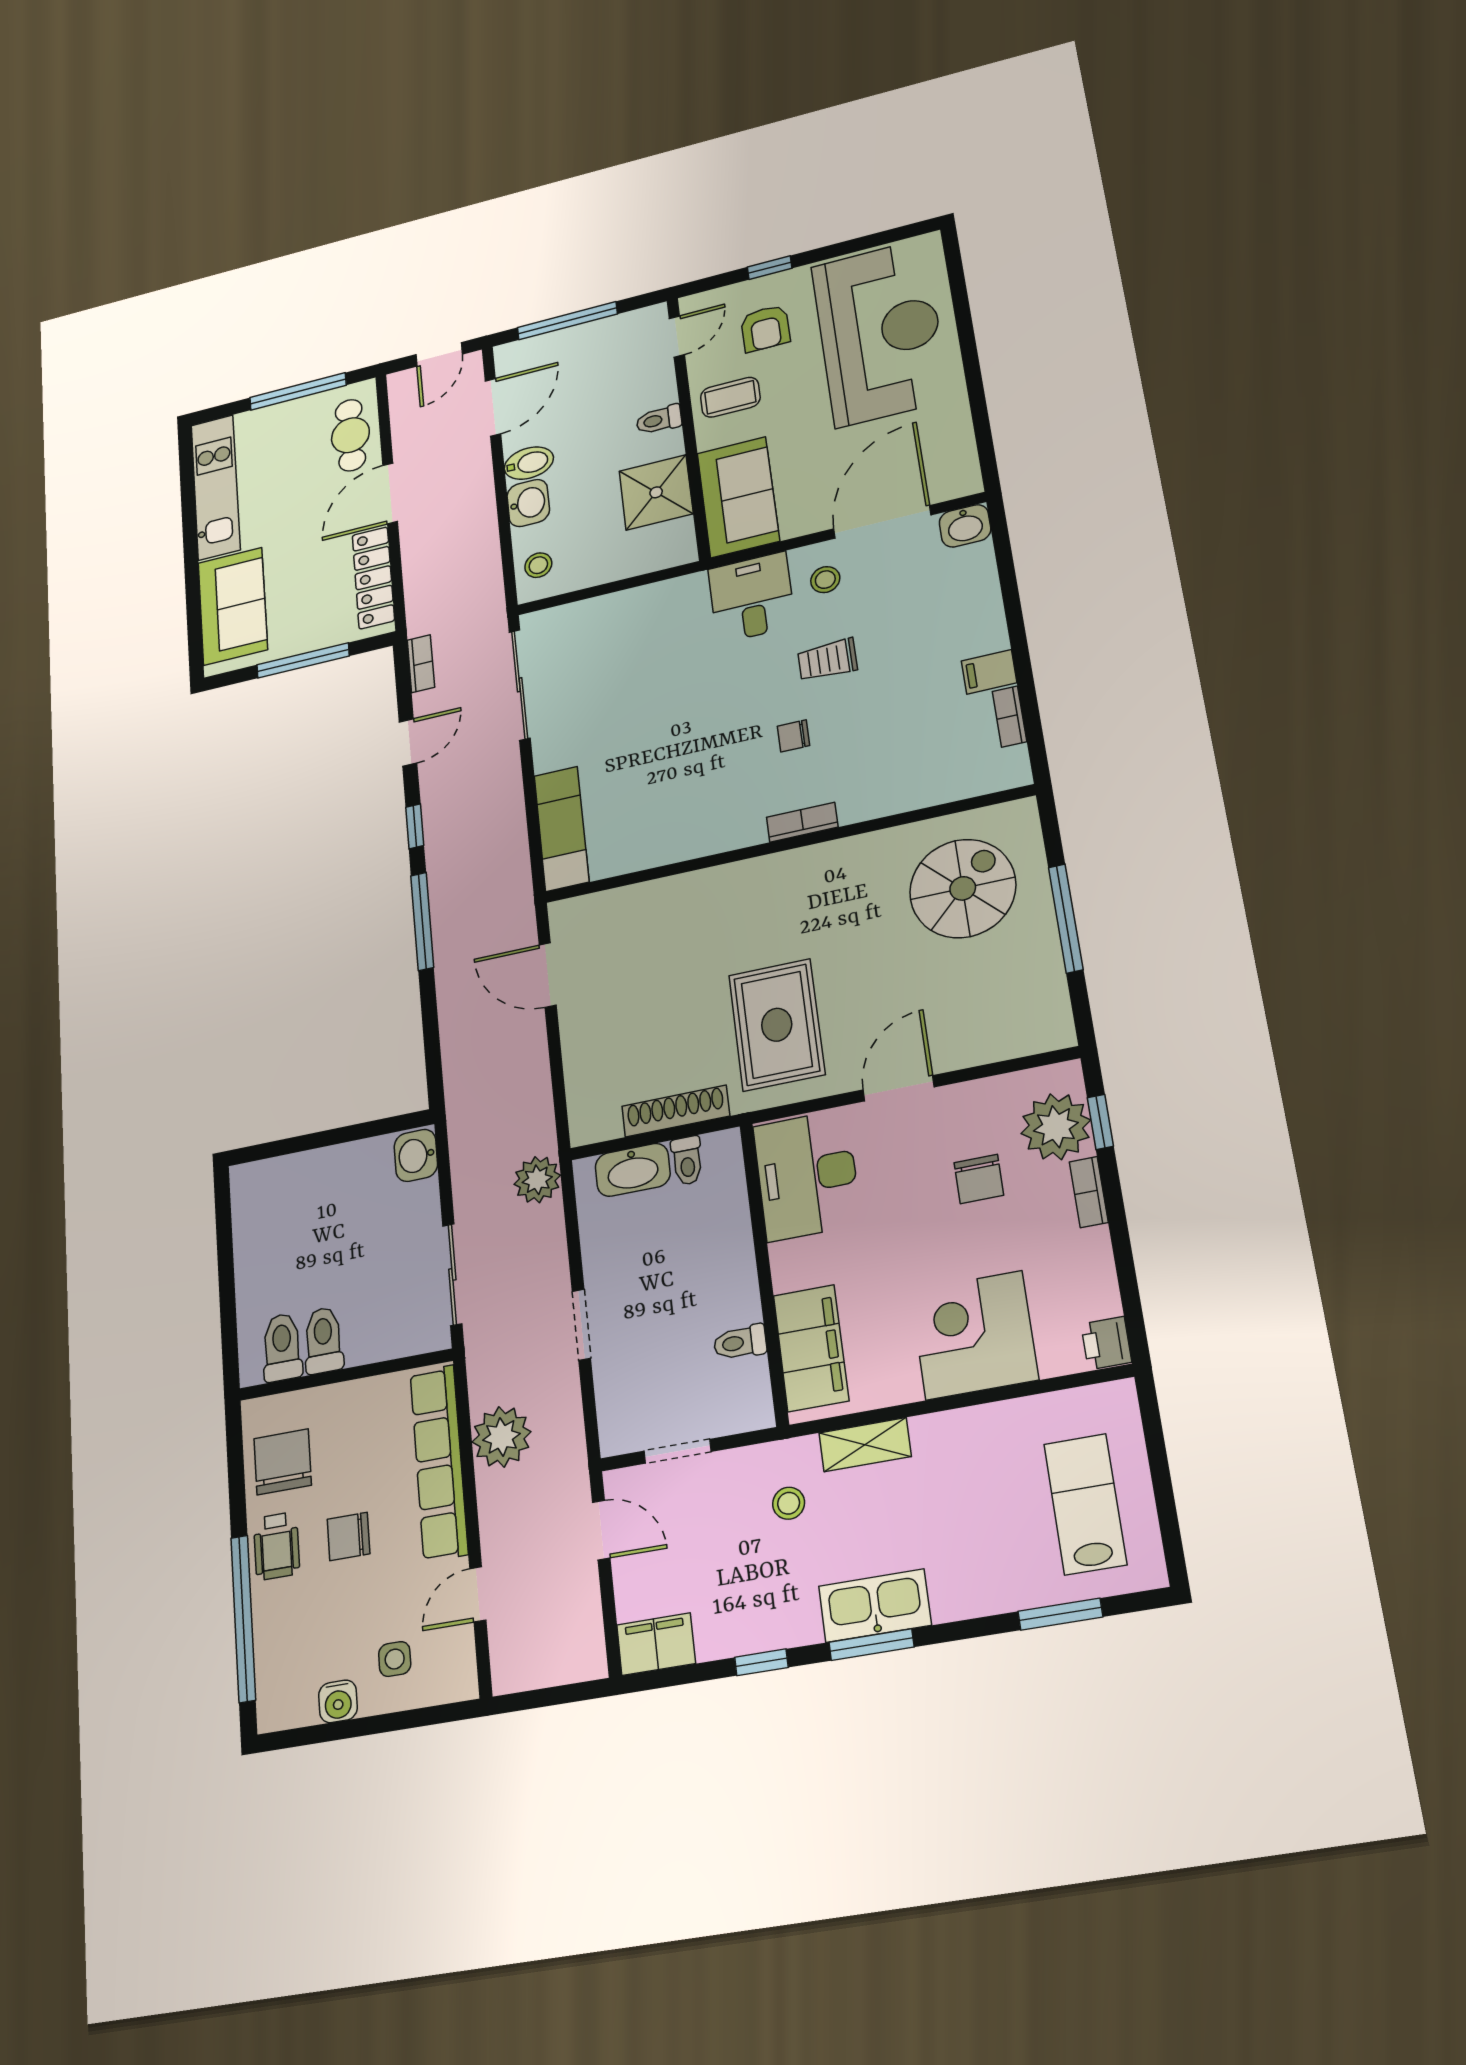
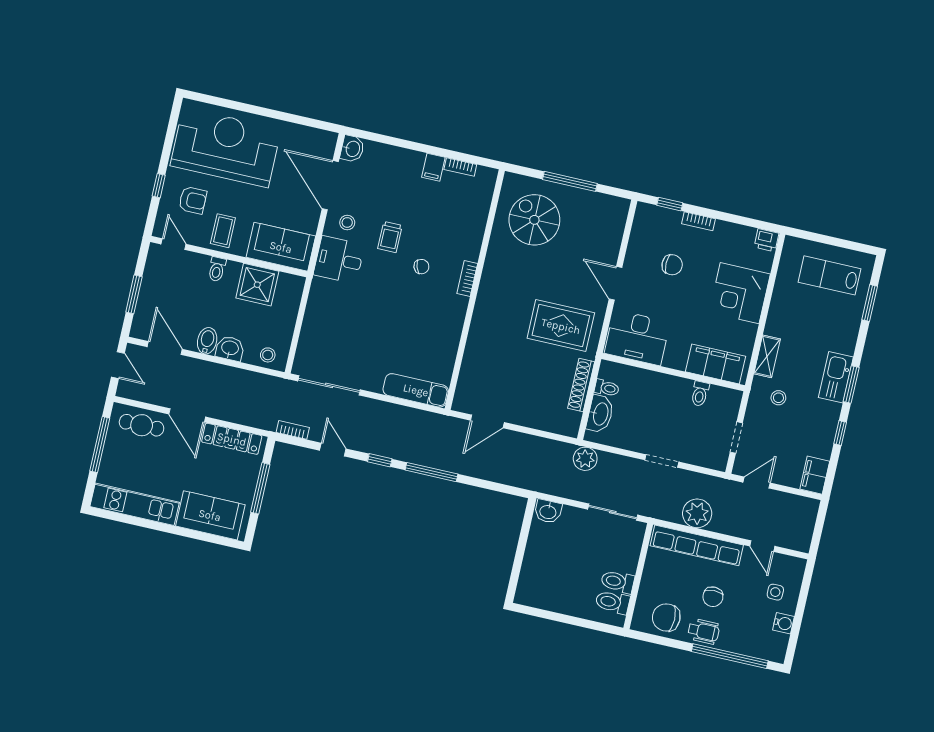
window: (567, 321) -> (134, 294), width x0.69
chair: (794, 736) -> (421, 267), turned -110
plant: (1056, 1127) -> (663, 223), removed

